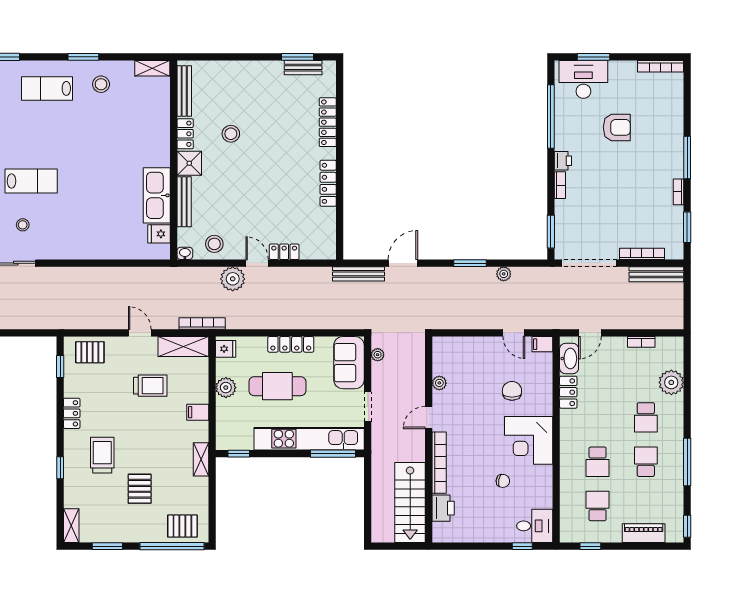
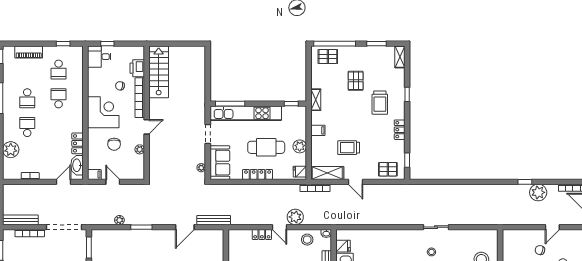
plant: (439, 383) -> (140, 149), moved
door: (429, 418) -> (147, 127), moved
wall: (429, 440) -> (147, 113), moved
bookcase: (439, 463) -> (140, 98), moved
stairs: (410, 503) -> (159, 72), moved
printer: (443, 508) -> (137, 68), moved

